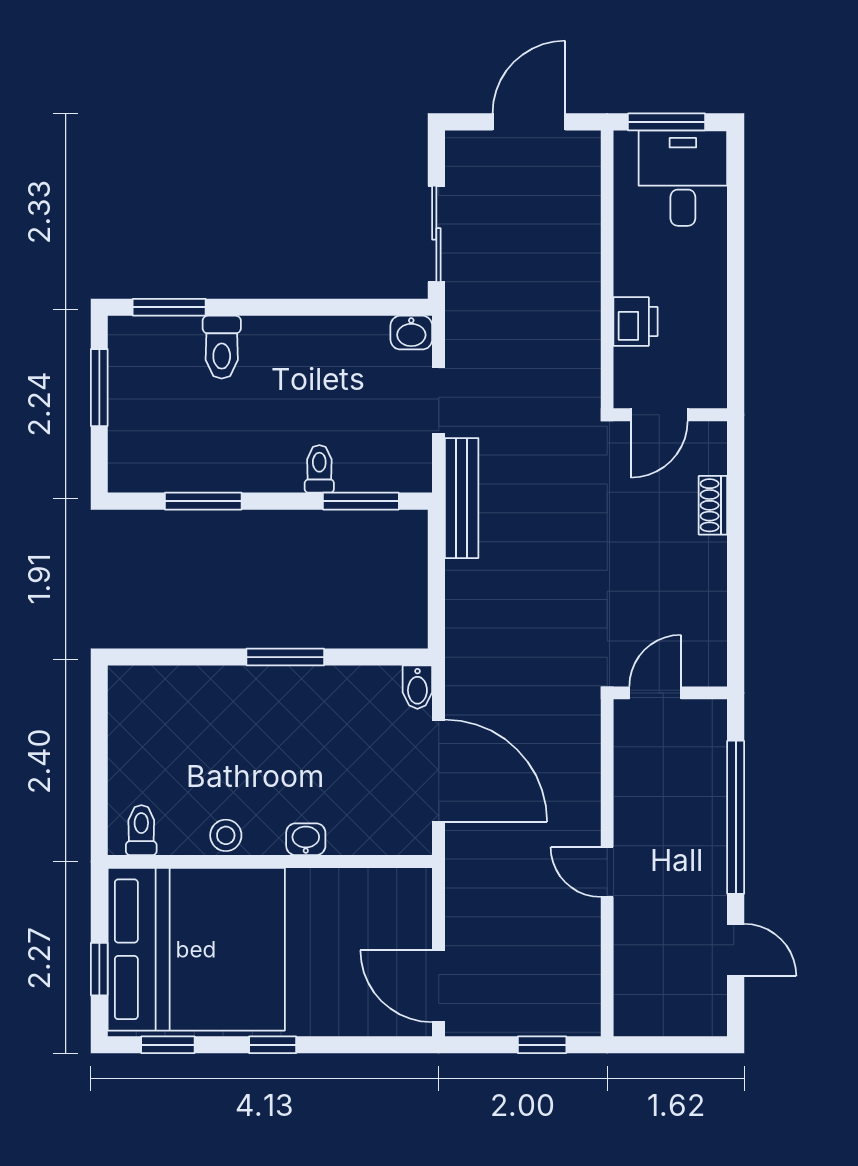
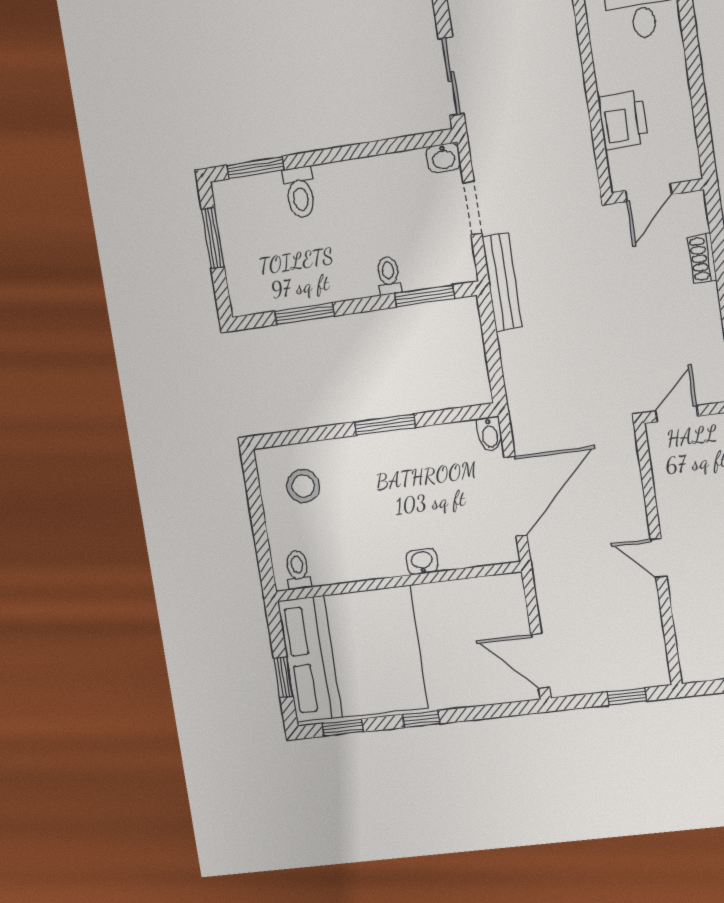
printer: (635, 321) -> (623, 120), width x1.36, depth x1.24
door: (439, 771) -> (516, 496), hinge flipped
stool: (226, 835) -> (303, 486), moved, width x1.37, depth x1.37

